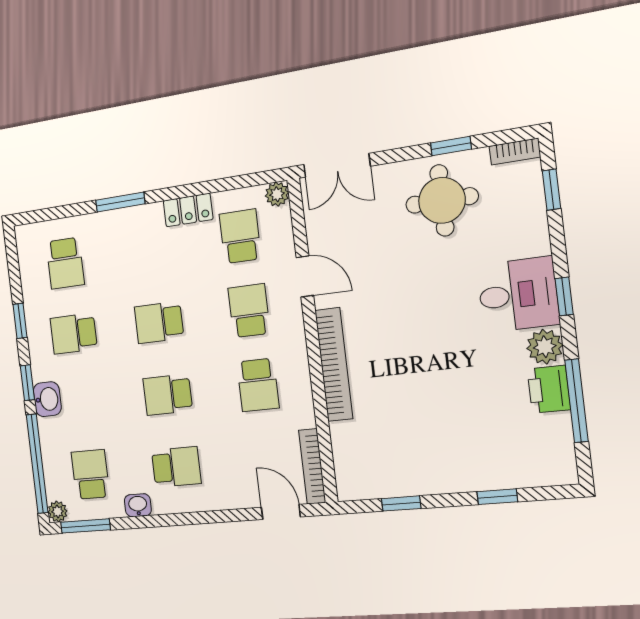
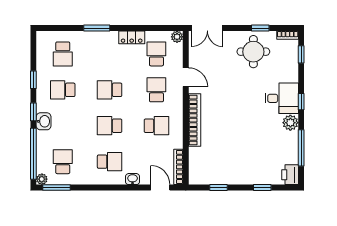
school desk: (258, 385) -> (156, 126), turned -90
printer: (549, 389) -> (290, 175), moved
washbasin: (138, 505) -> (133, 179), moved

